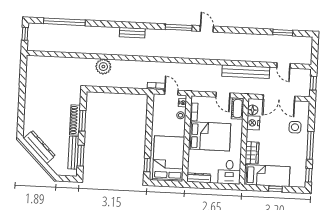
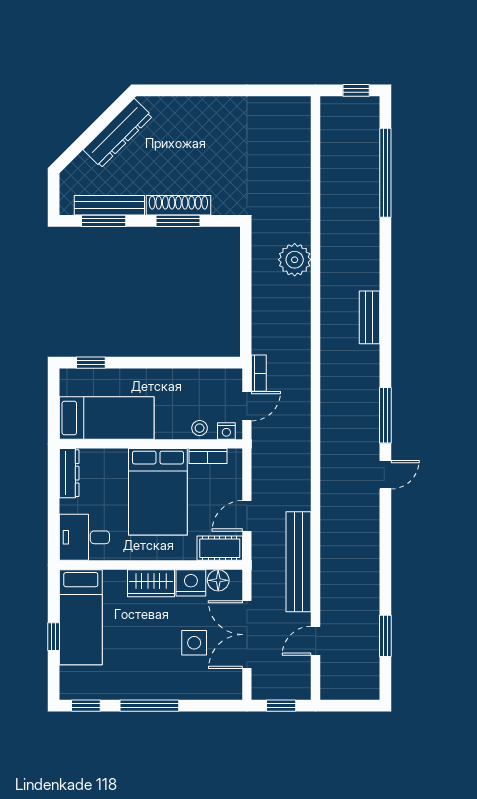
side table: (295, 127) -> (194, 643), moved
wardrobe: (252, 153) -> (151, 583), moved
bed: (169, 159) -> (107, 418), width x0.67

